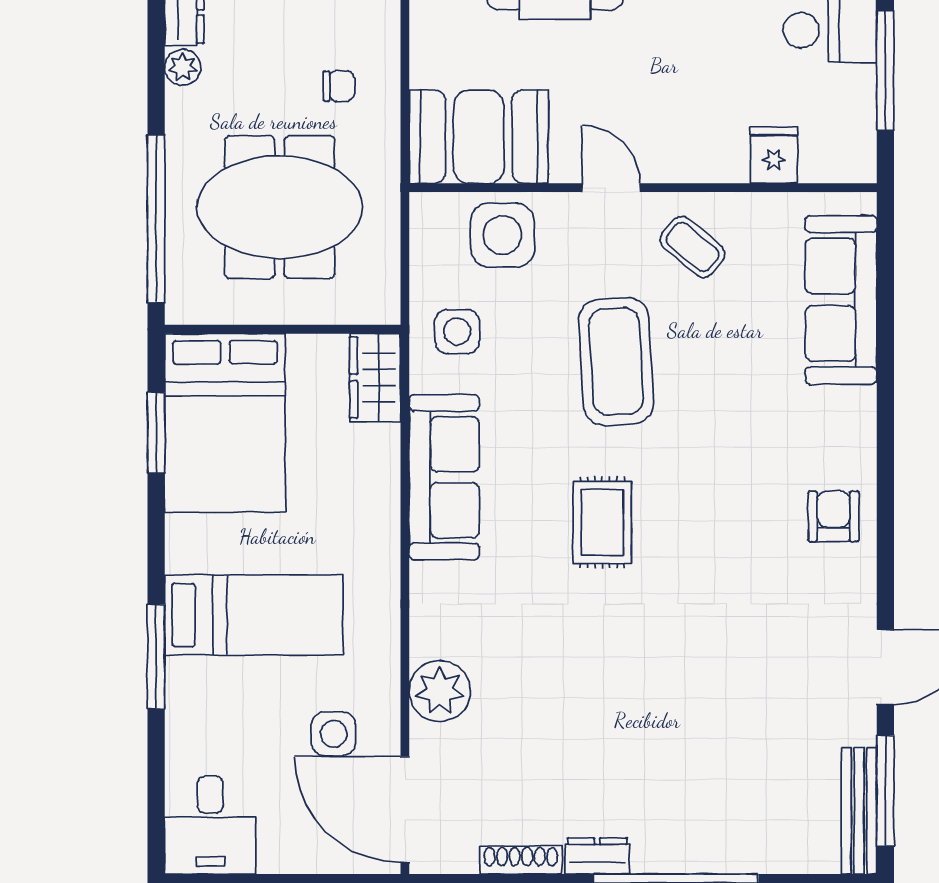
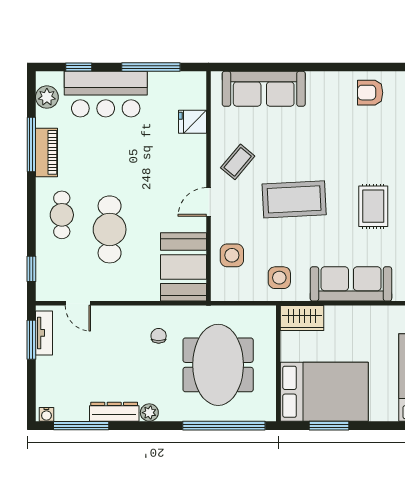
side table: (502, 235) -> (232, 255), width x0.73, depth x0.73
rug: (602, 522) -> (373, 206), turned 90

